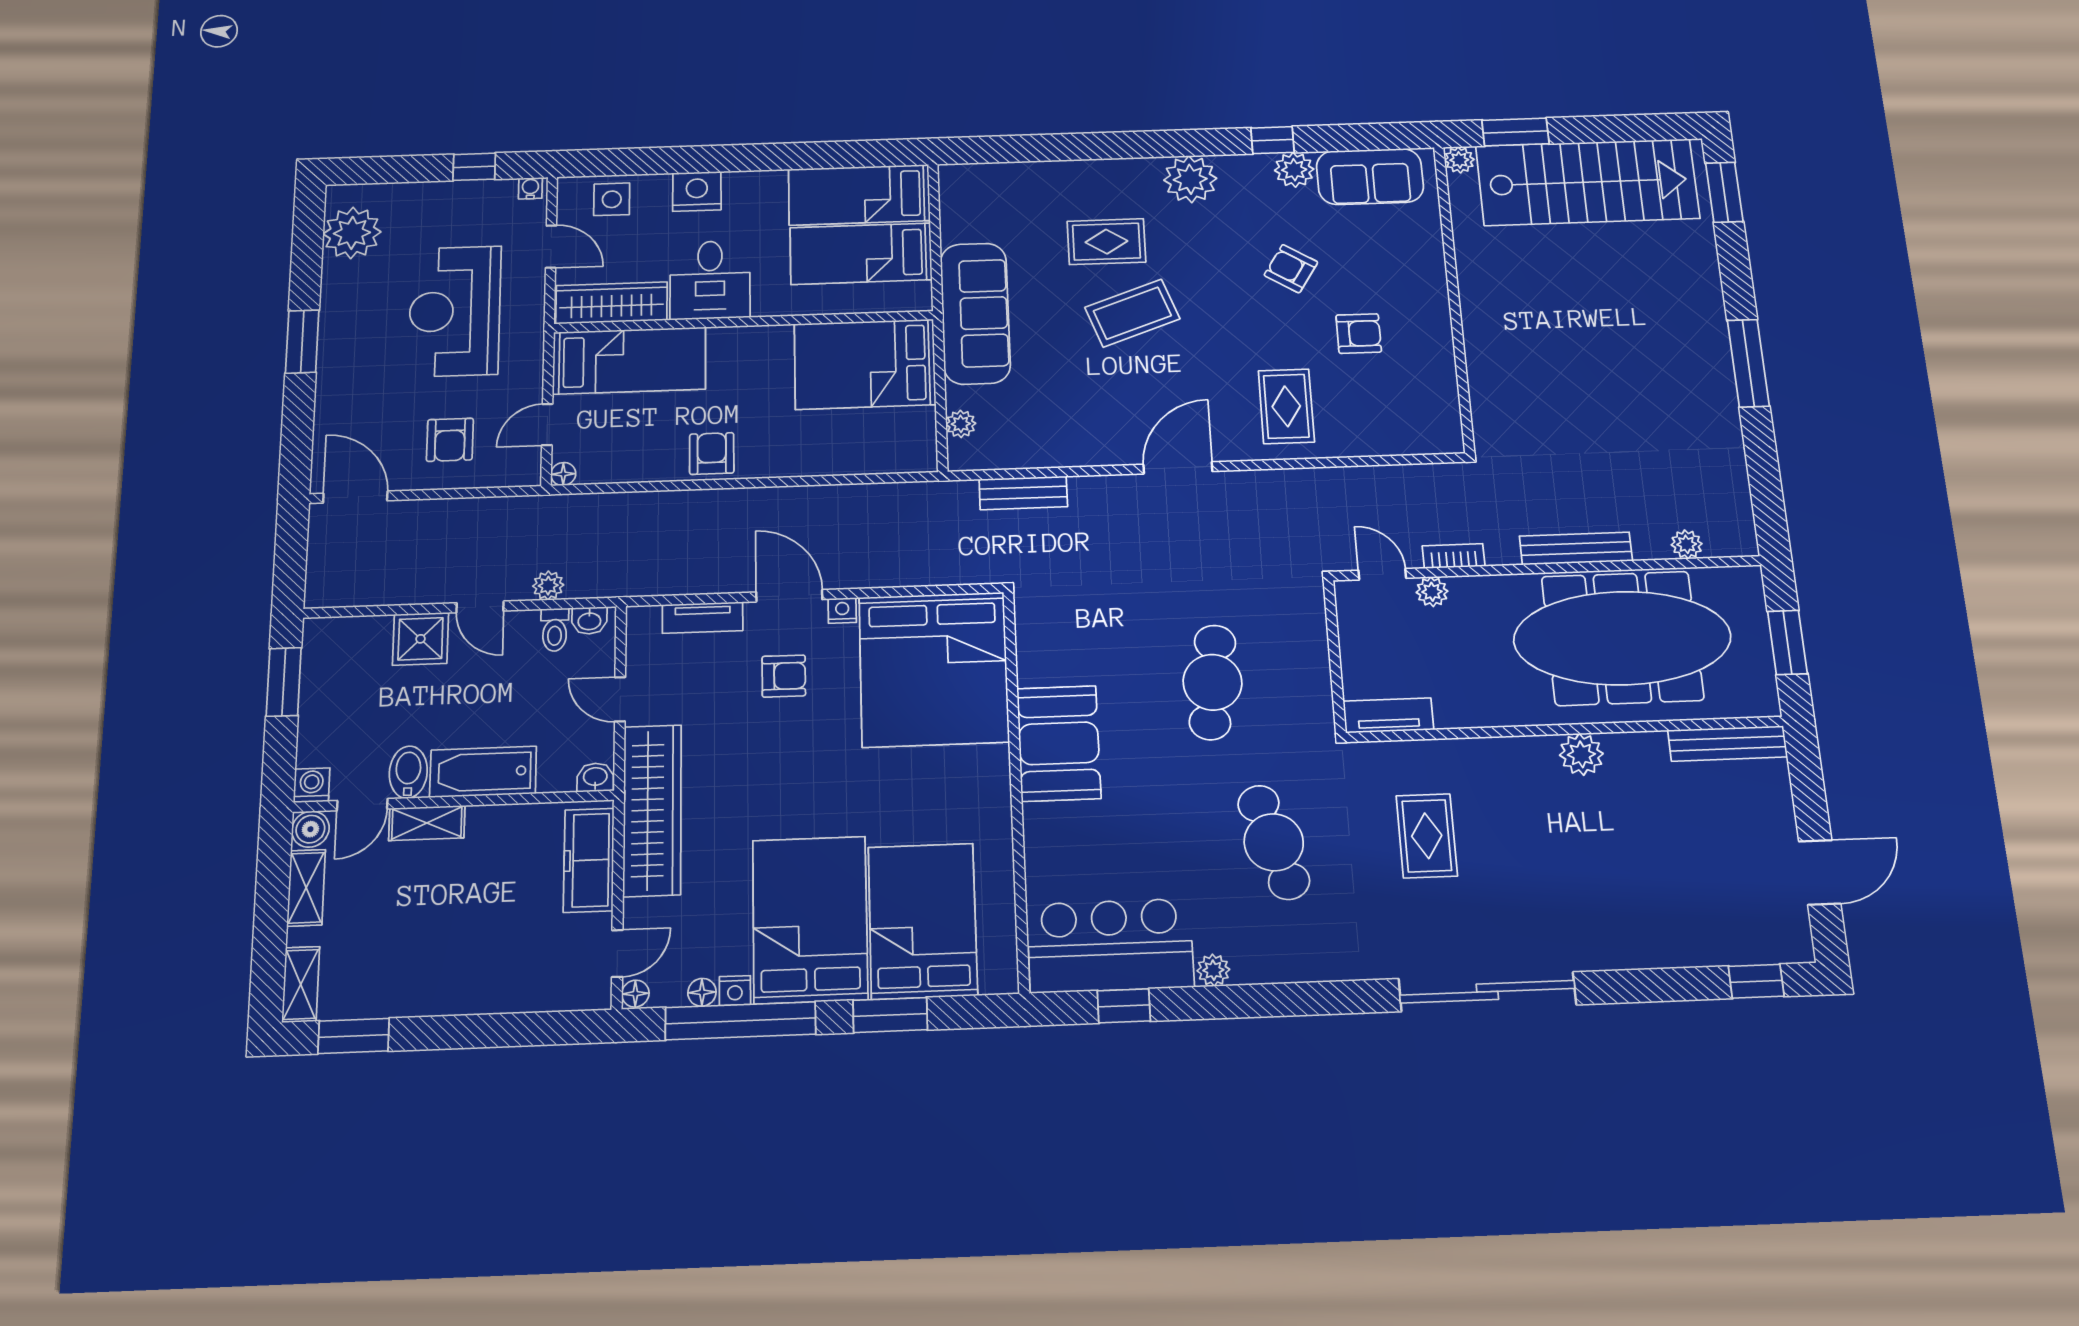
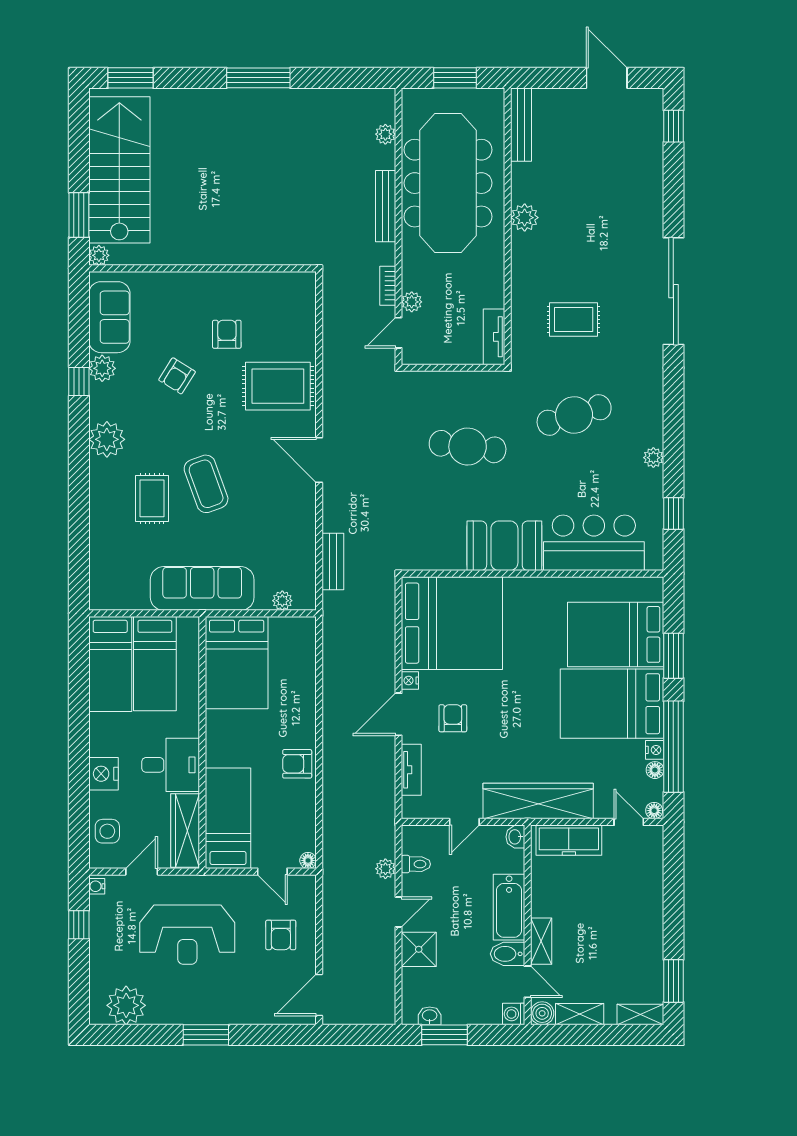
rug: (1286, 406) -> (278, 386), width x1.36, depth x1.43
armchair: (450, 440) -> (281, 935), turned 90
washbasin: (589, 621) -> (430, 1016), moved, turned -90
bar counter: (1110, 946) -> (594, 543), moved, turned 90

